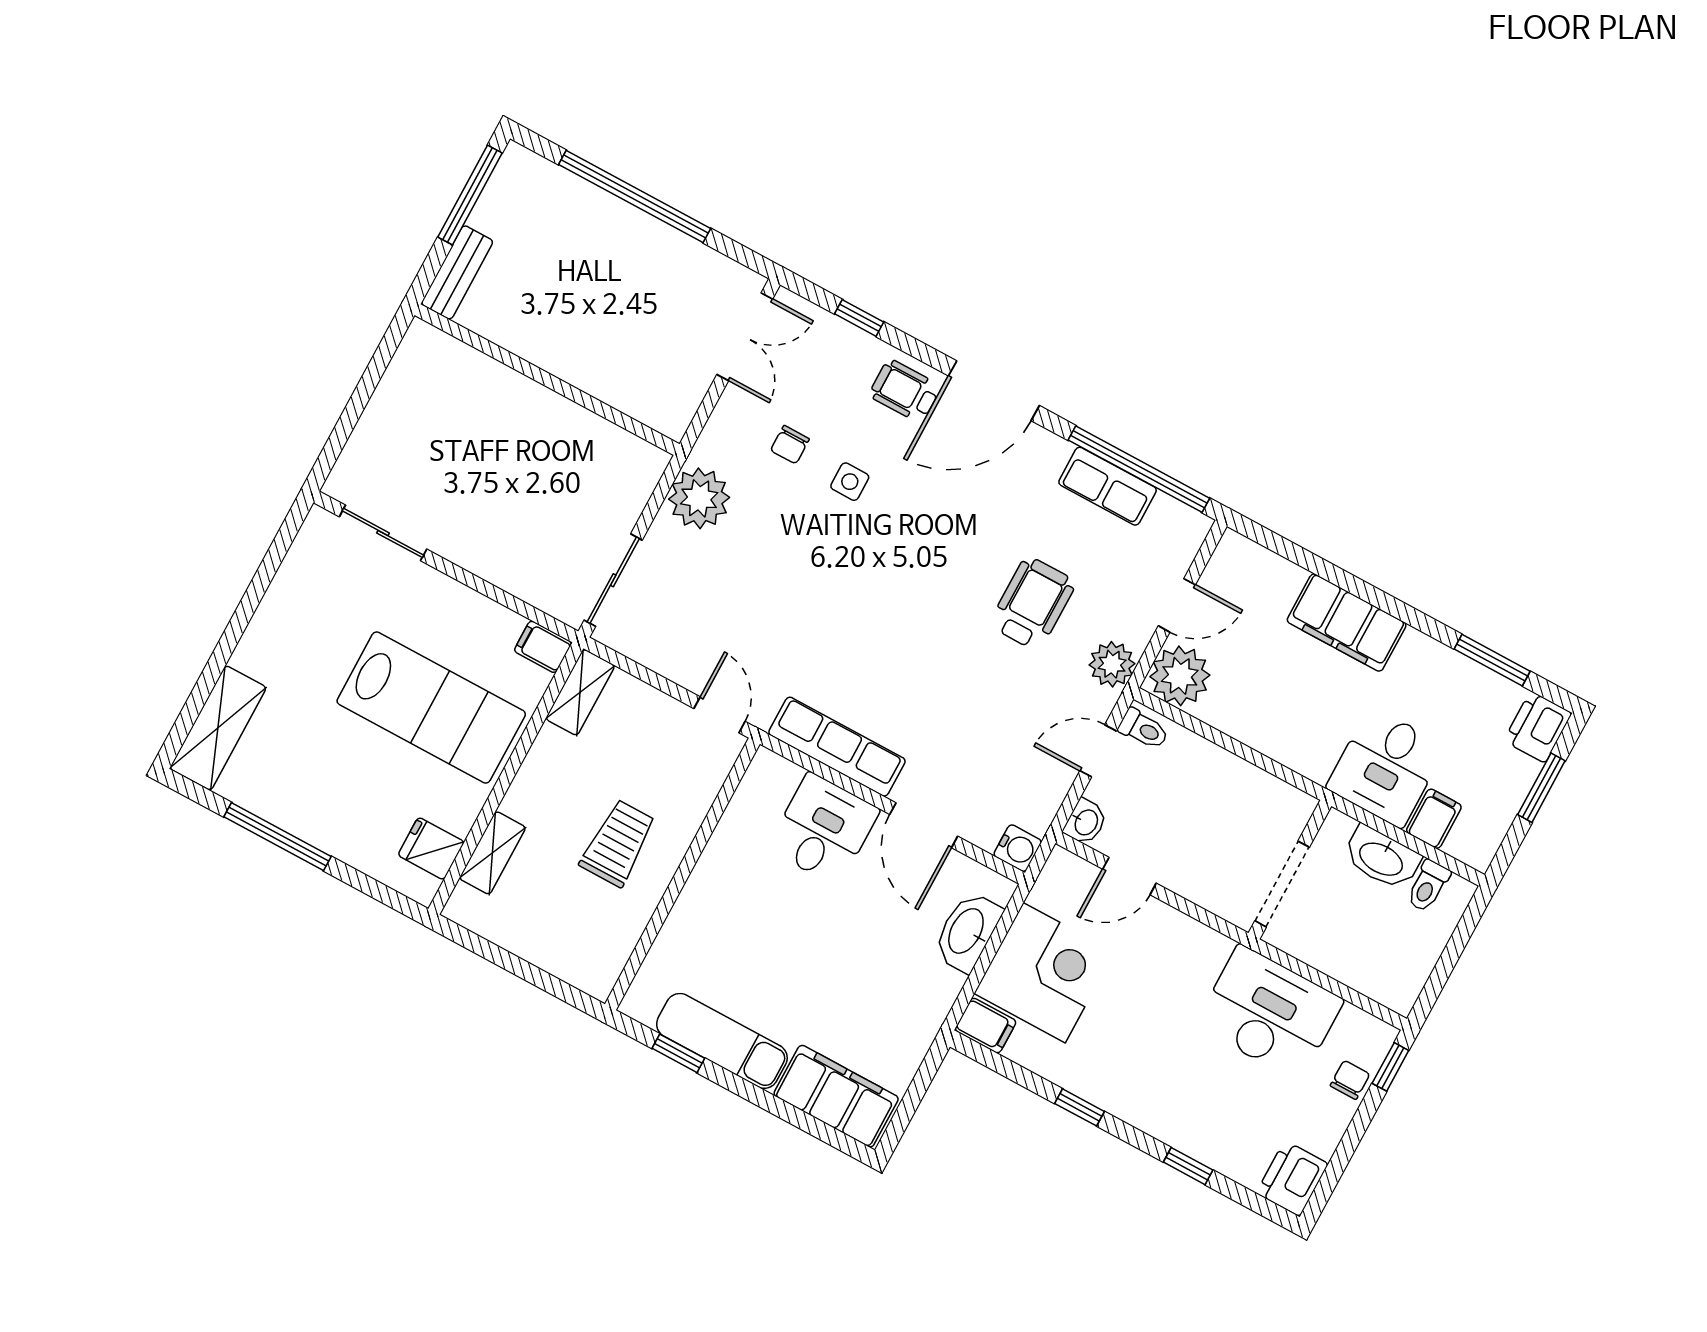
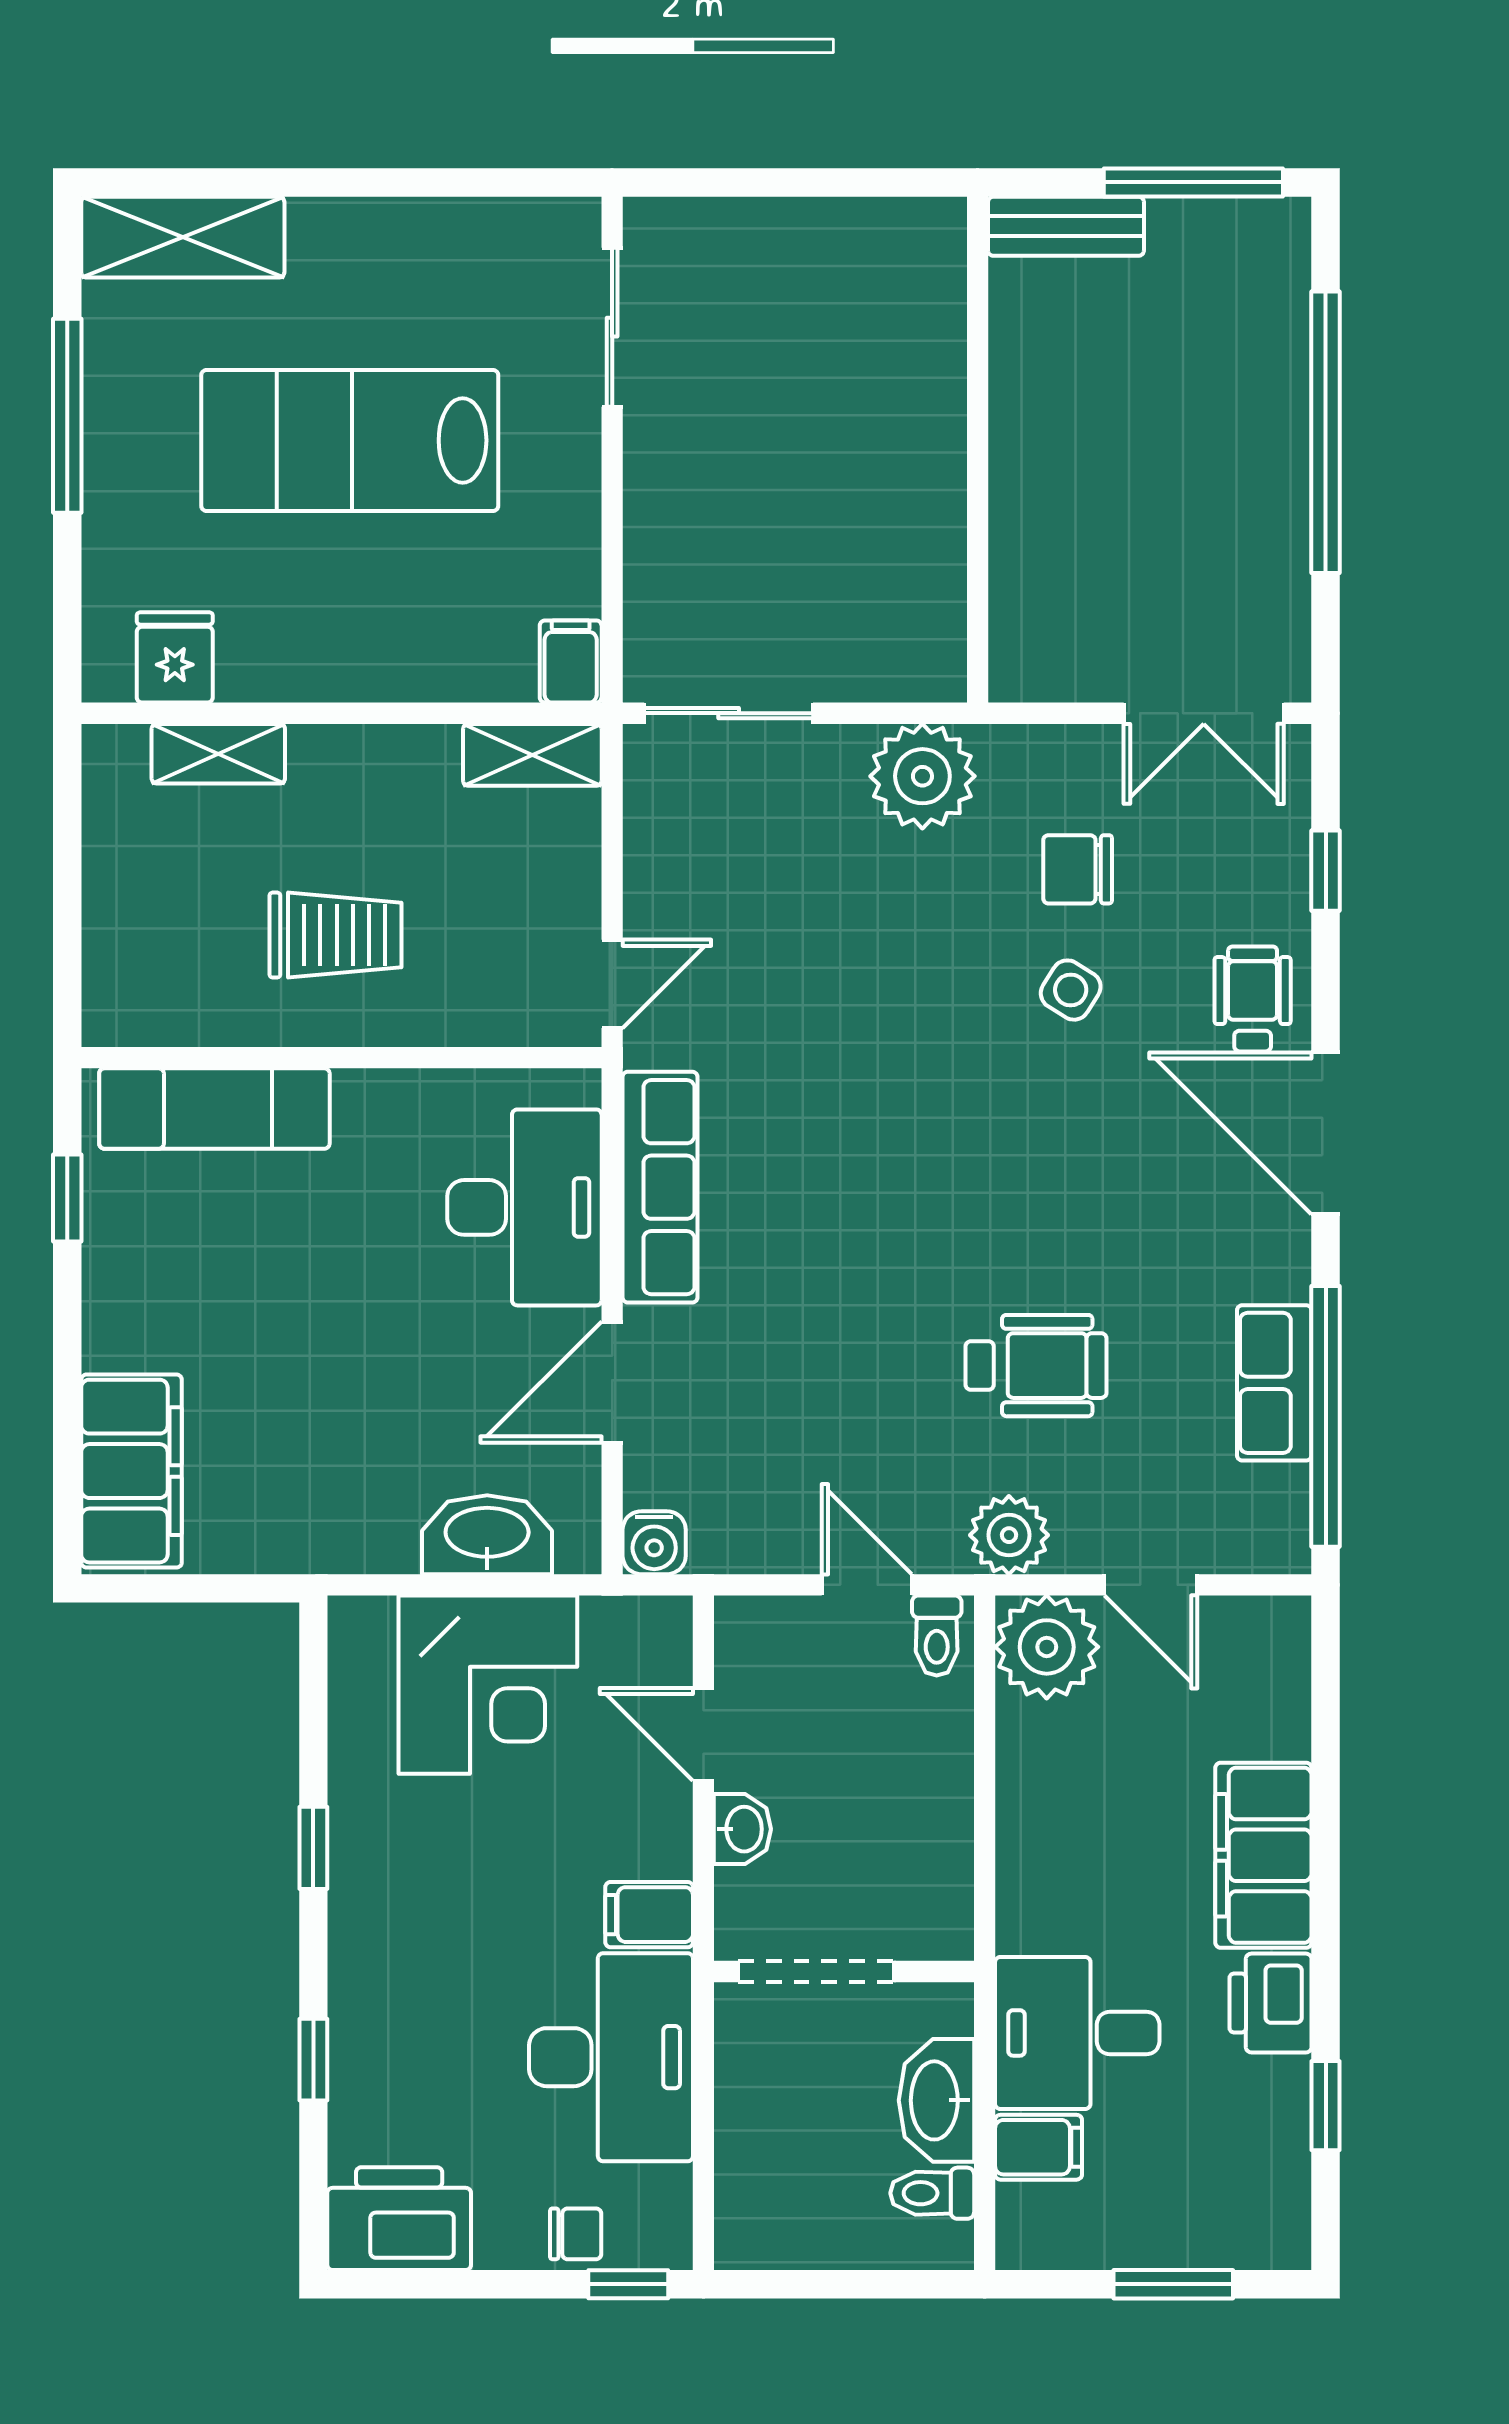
chair: (790, 445) -> (1078, 869), width x1.37, depth x1.37
side table: (850, 482) -> (1071, 990), turned 32
window: (1492, 660) -> (1326, 2106), width x0.67
lab bench: (431, 708) -> (350, 440), moved, turned 90
printer: (1538, 727) -> (1271, 2003), moved, turned -90
washbasin: (1085, 822) -> (742, 1829), moved, turned -90
desk: (824, 829) -> (524, 1207), width x1.37
filing cabinet: (986, 1026) -> (649, 1915), moved, turned 90
exam couch: (722, 1041) -> (214, 1109), moved, turned 90
printer: (1292, 1178) -> (399, 2219), width x1.37, depth x1.19

